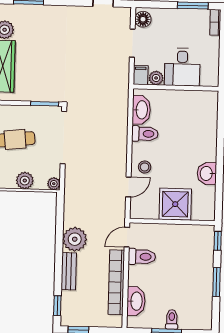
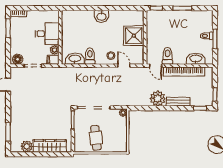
washbasin: (207, 173) -> (101, 16), moved
plant: (25, 181) -> (122, 131), removed

